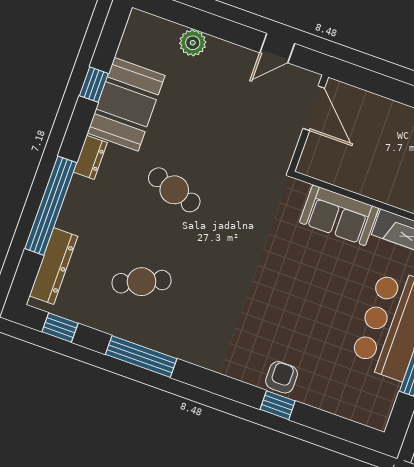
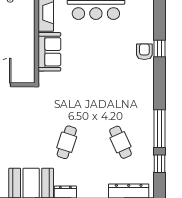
window: (60, 328) -> (160, 164), moved
armchair: (282, 377) -> (144, 52), turned 90

